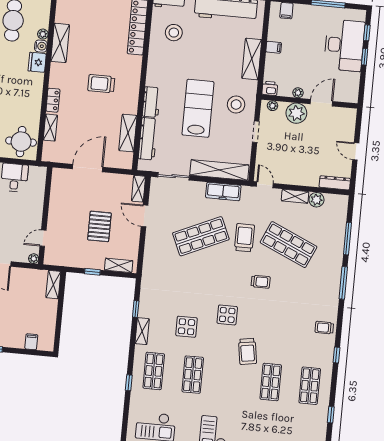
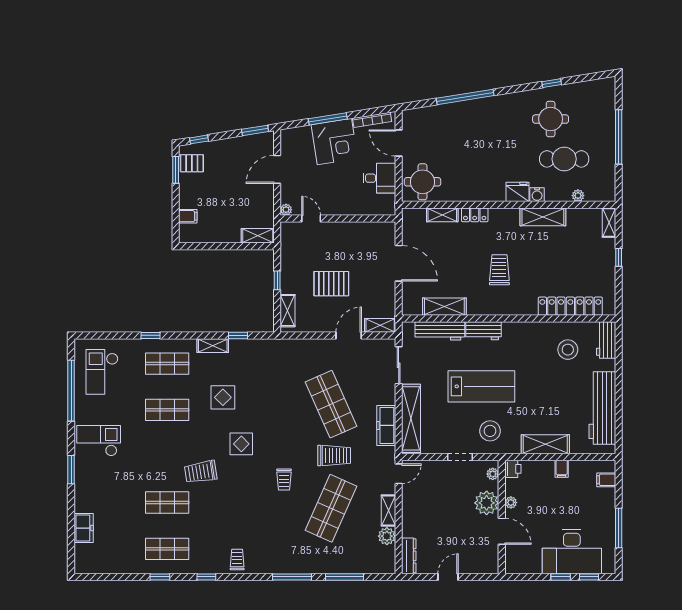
plant: (43, 34) -> (578, 196), moved
window: (331, 415) -> (160, 577), moved

